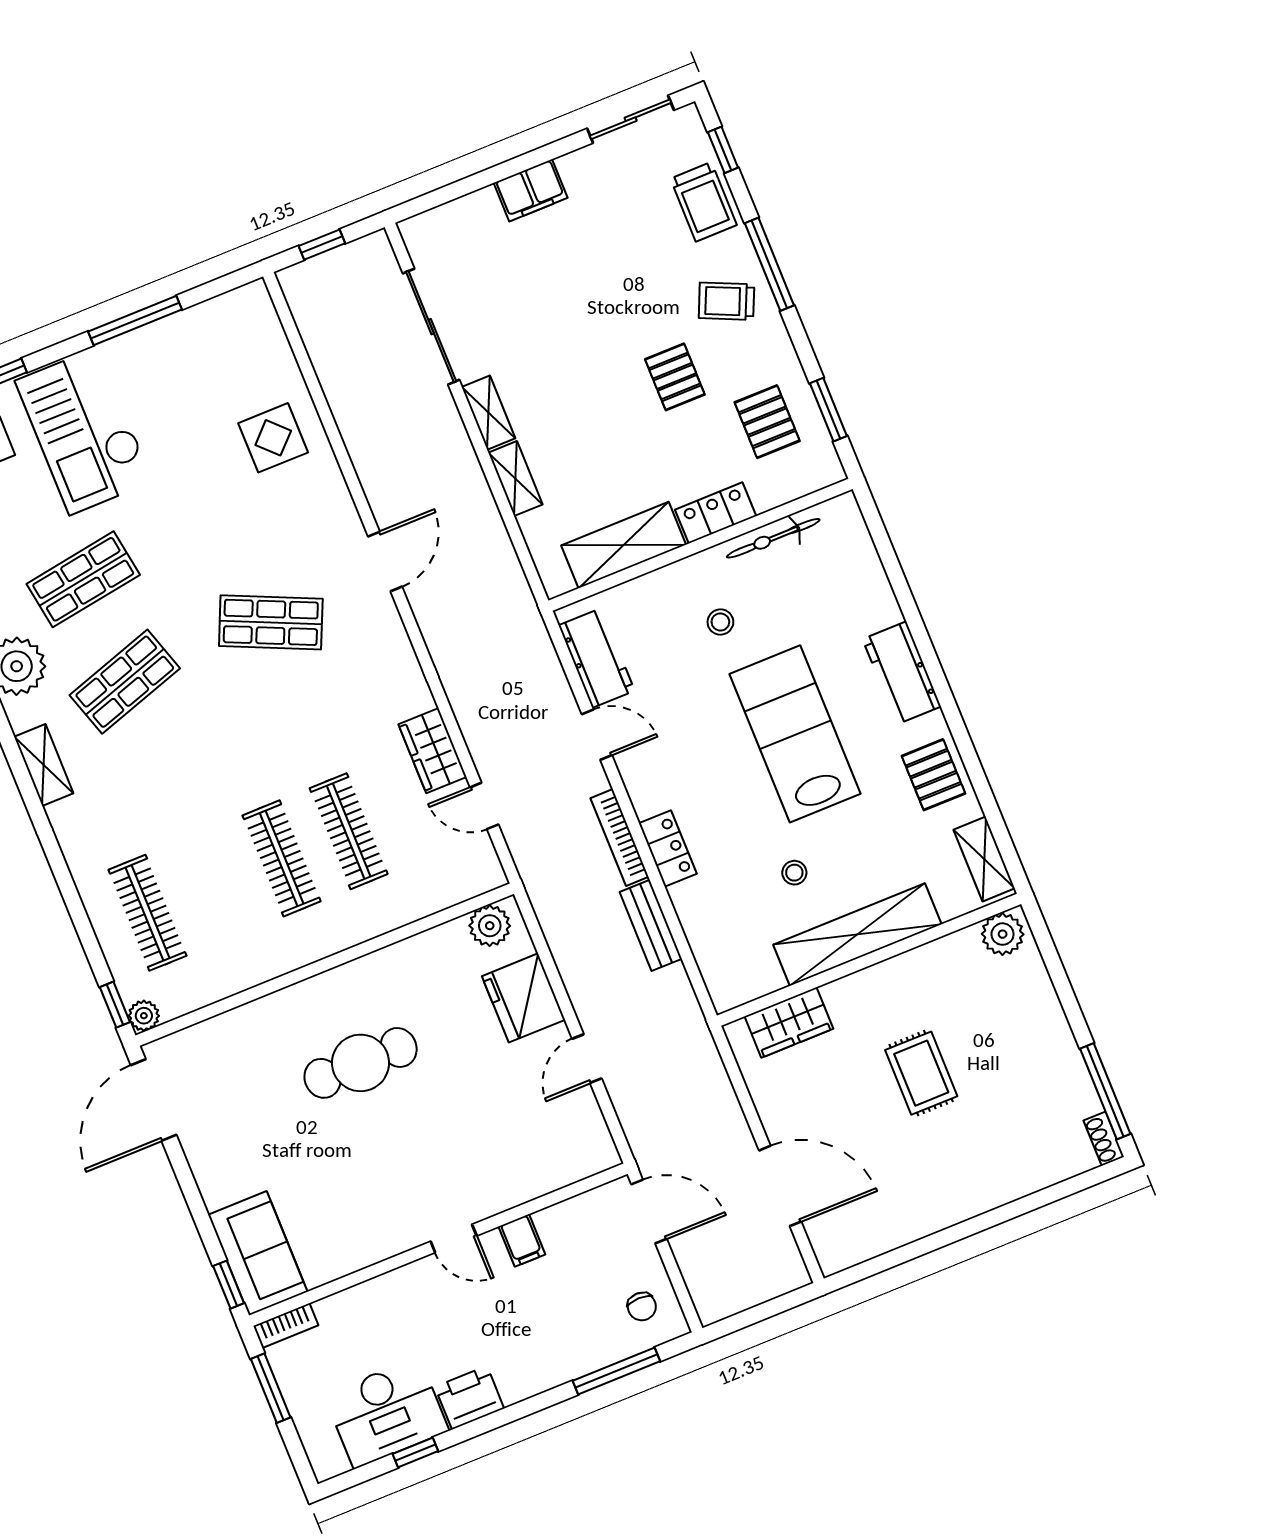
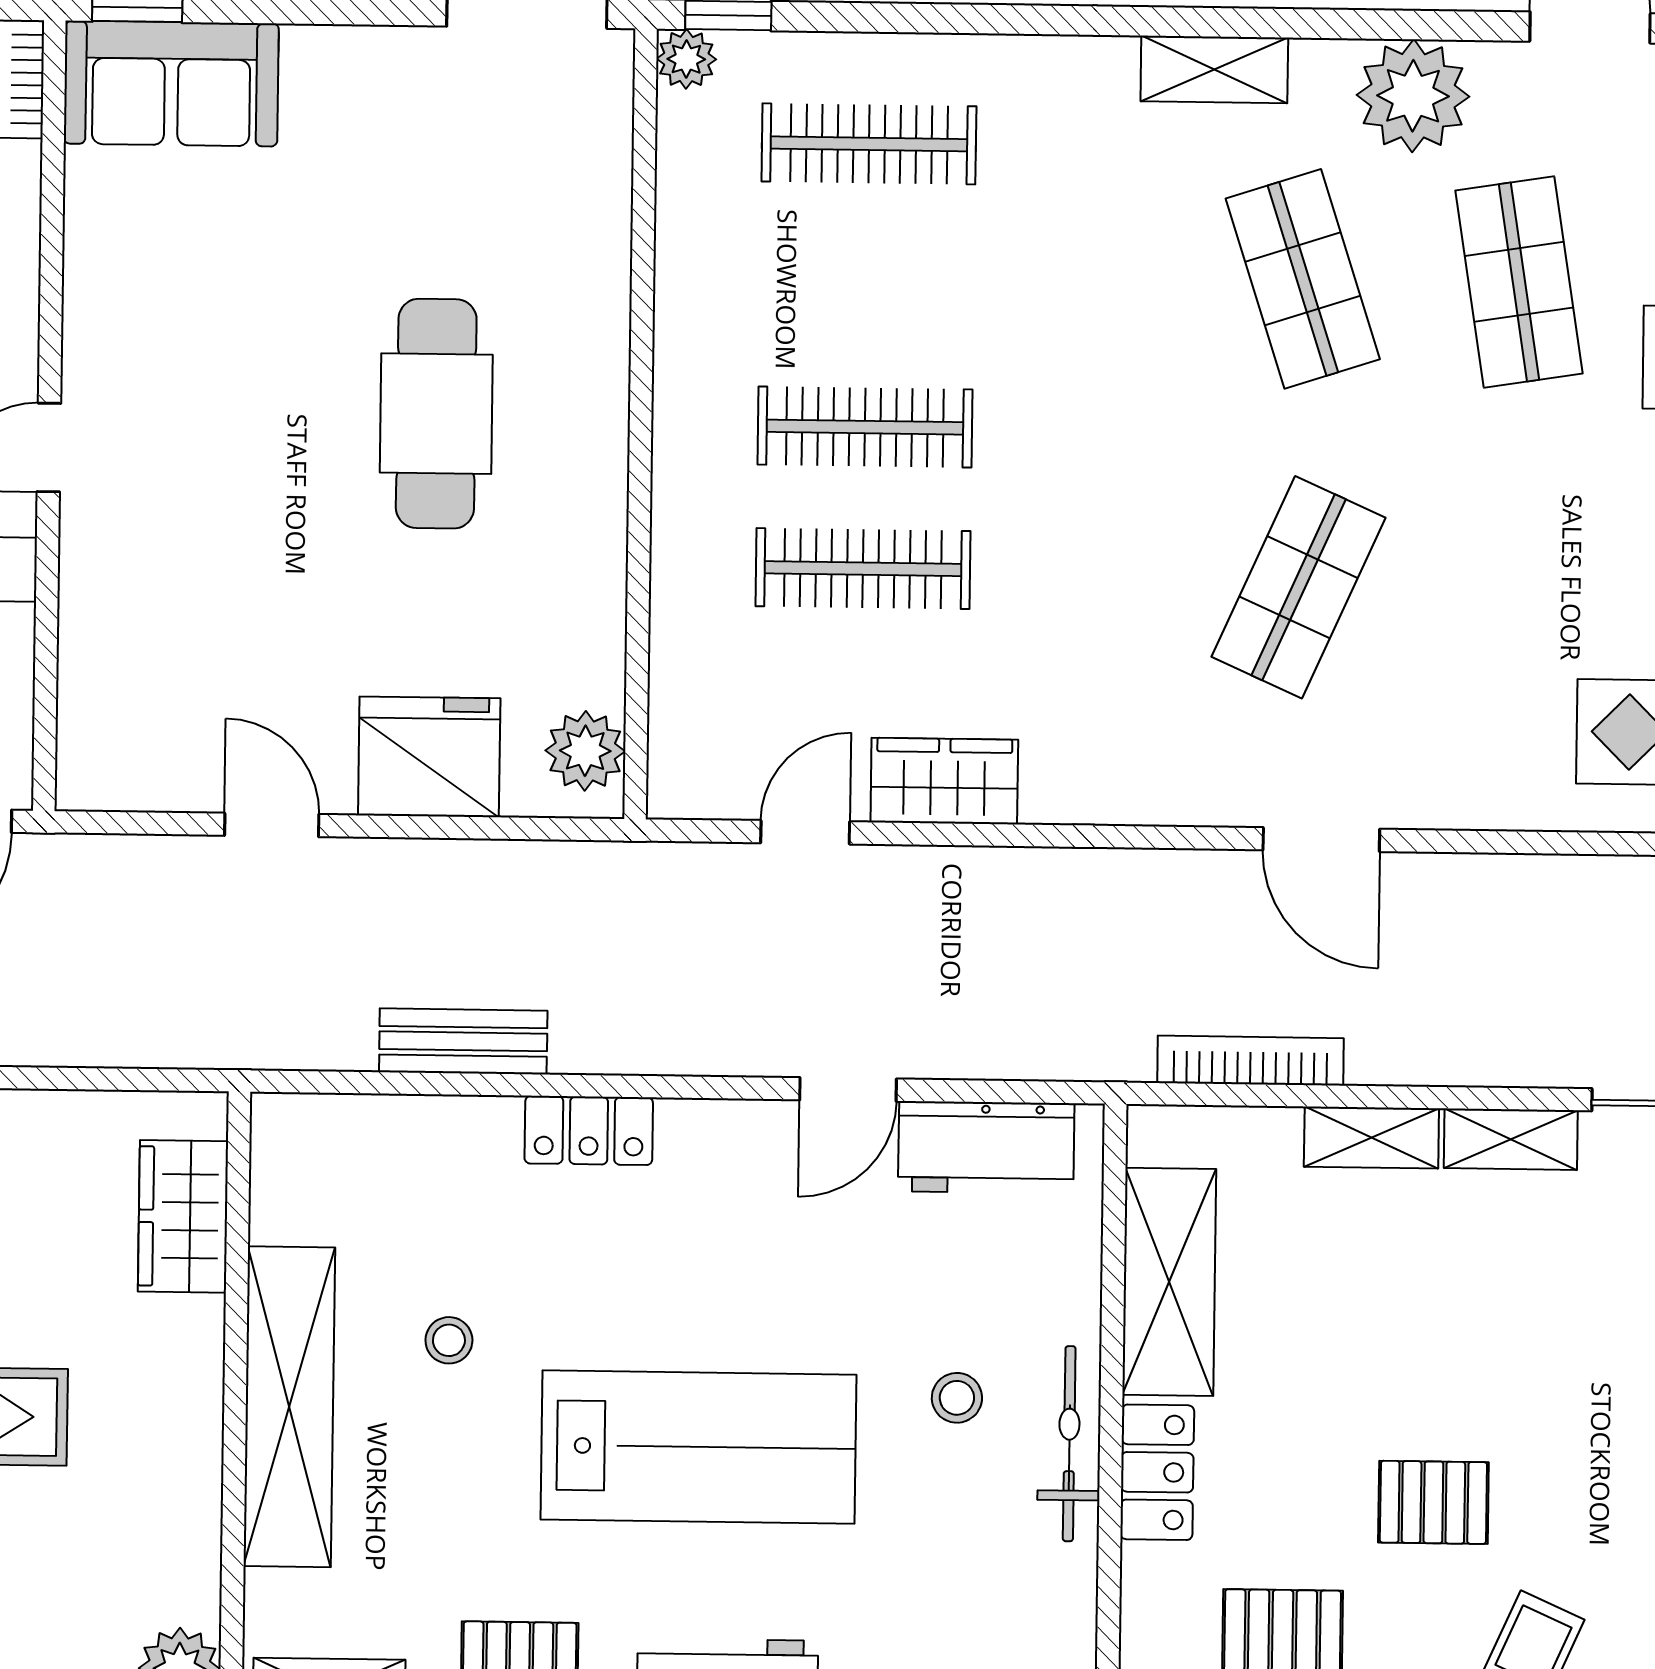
bicycle: (773, 538) -> (1069, 1444), moved
bookcase: (620, 837) -> (1251, 1061), moved

